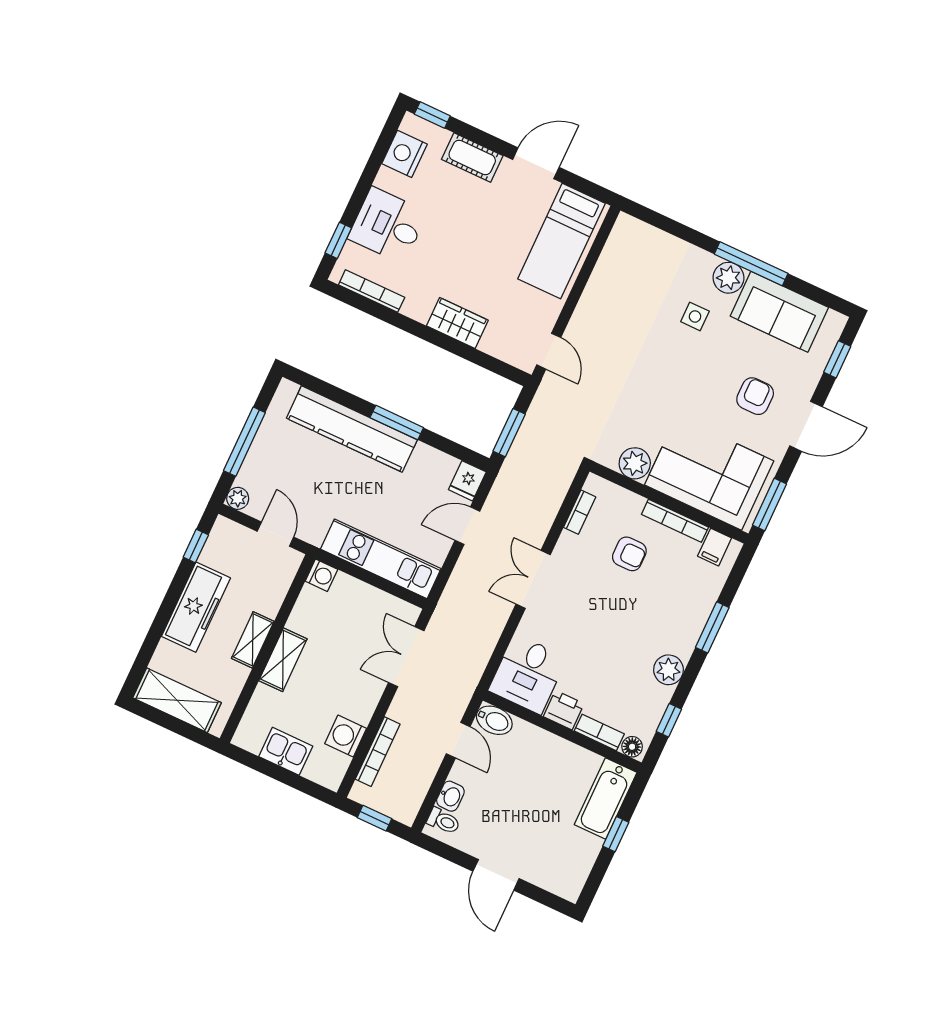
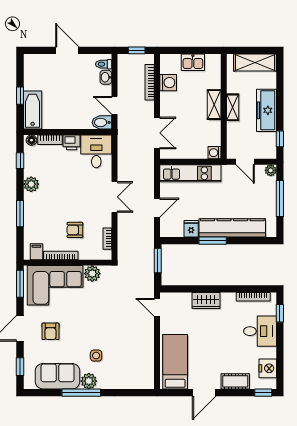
fridge: (467, 481) -> (191, 229), moved

